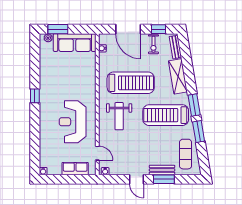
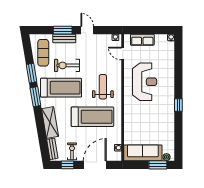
door: (128, 29) -> (95, 165), hinge flipped
treadmill: (131, 83) -> (92, 117), turned 180
exercise bike: (159, 140) -> (67, 65), added

